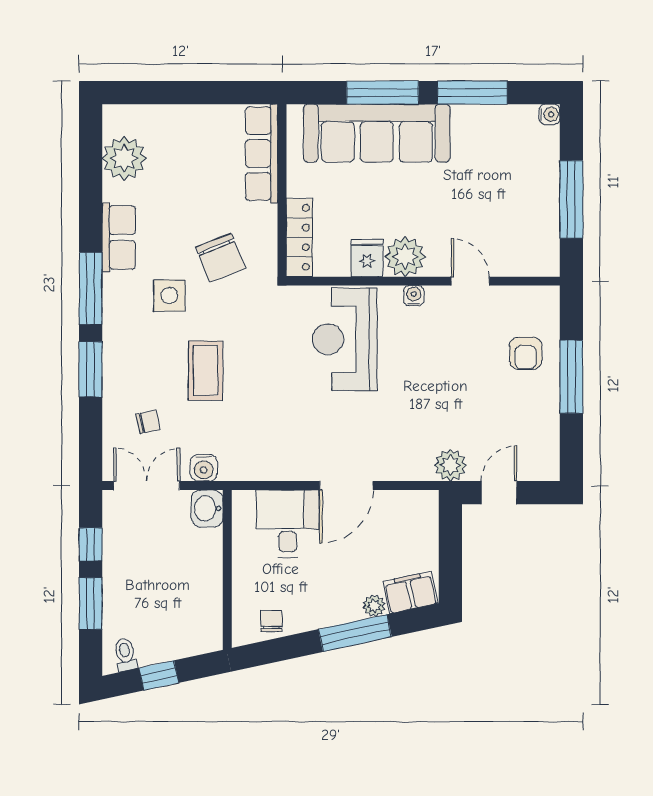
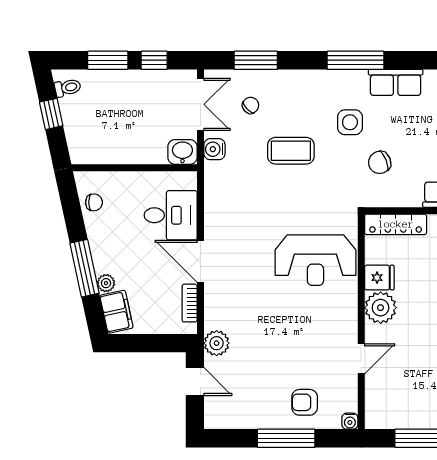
chair: (221, 258) -> (380, 162), width x0.73, depth x0.73
water cooler: (414, 296) -> (350, 421), moved, turned 90
reception desk: (345, 339) -> (315, 260), turned 180
window: (91, 369) -> (256, 60), moved
chair: (148, 422) -> (251, 105), turned -121
bookcase: (399, 499) -> (190, 303), added

